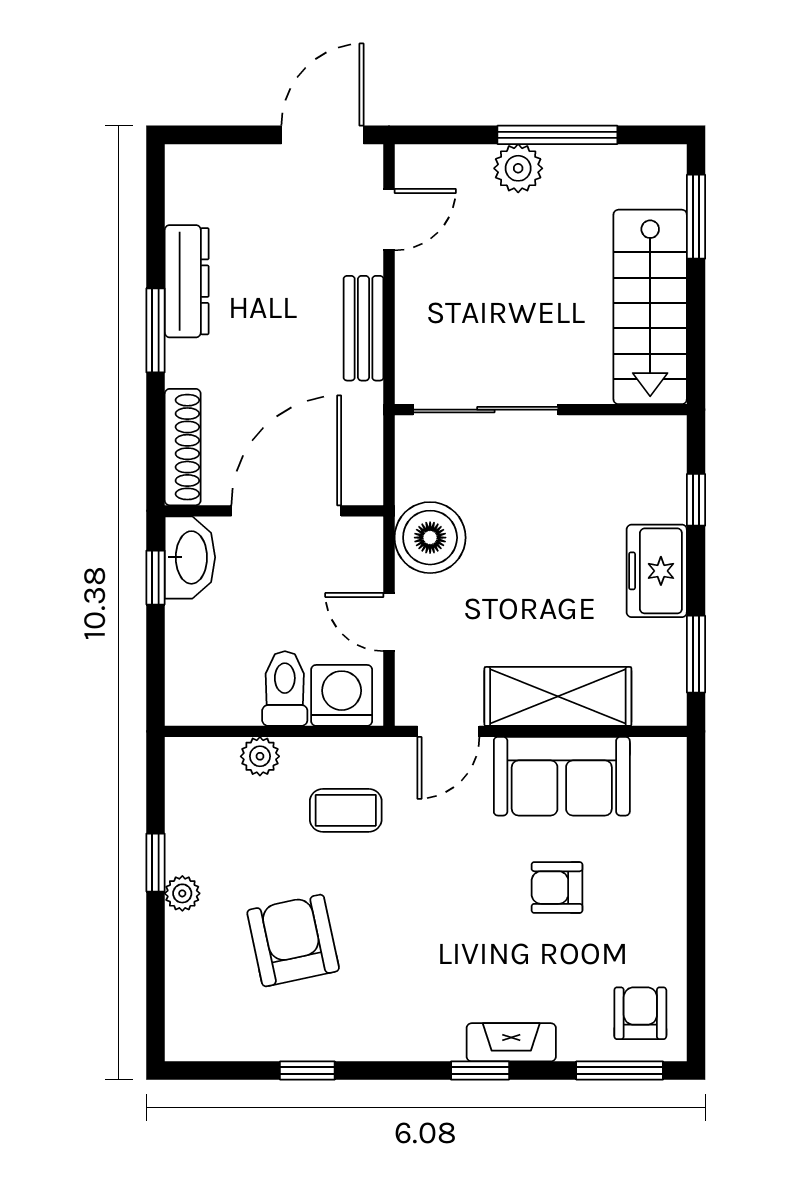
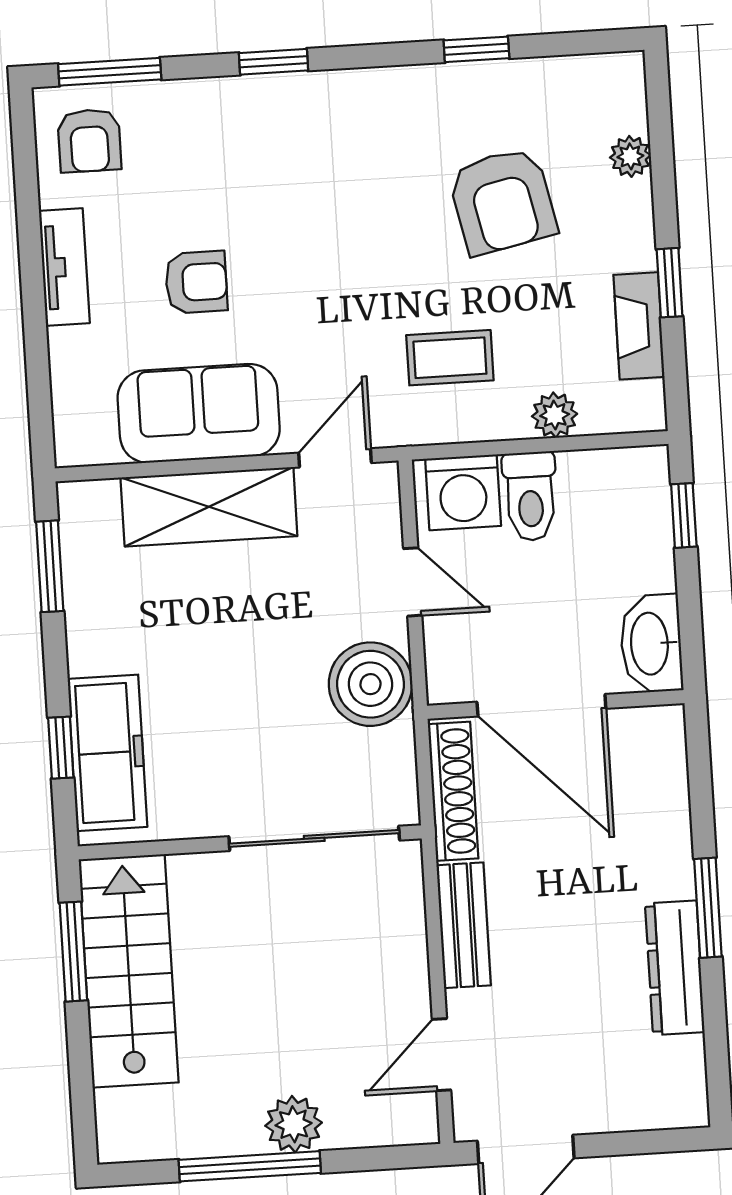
window: (696, 217) -> (73, 952), moved
shoe rack: (183, 447) -> (453, 791), moved, turned 180
door: (286, 511) -> (541, 705), hinge flipped
freezer: (657, 571) -> (107, 753), moved, width x1.40
window: (156, 578) -> (684, 515), moved
plant: (182, 893) -> (630, 156), moved
tv unit: (668, 907) -> (64, 267), added
fireplace: (511, 1042) -> (639, 326), moved, turned 90

